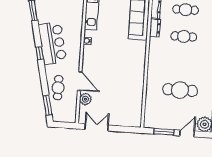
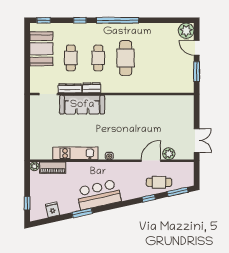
bar counter: (52, 43) -> (99, 195), moved
window: (40, 53) -> (149, 198), moved
cafe table: (180, 90) -> (126, 58), moved
double door: (96, 127) -> (197, 140), swing flipped

